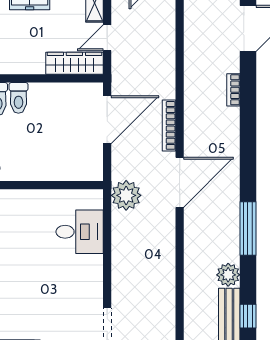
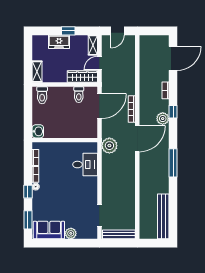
toilet: (18, 98) -> (79, 95), moved
plant: (228, 275) -> (163, 119), moved
window: (248, 316) -> (173, 112), moved

